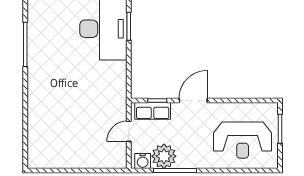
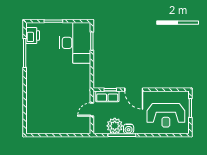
printer: (38, 17) -> (33, 36), added
door: (193, 100) -> (134, 90), swing flipped
water cooler: (143, 161) -> (129, 129), moved

